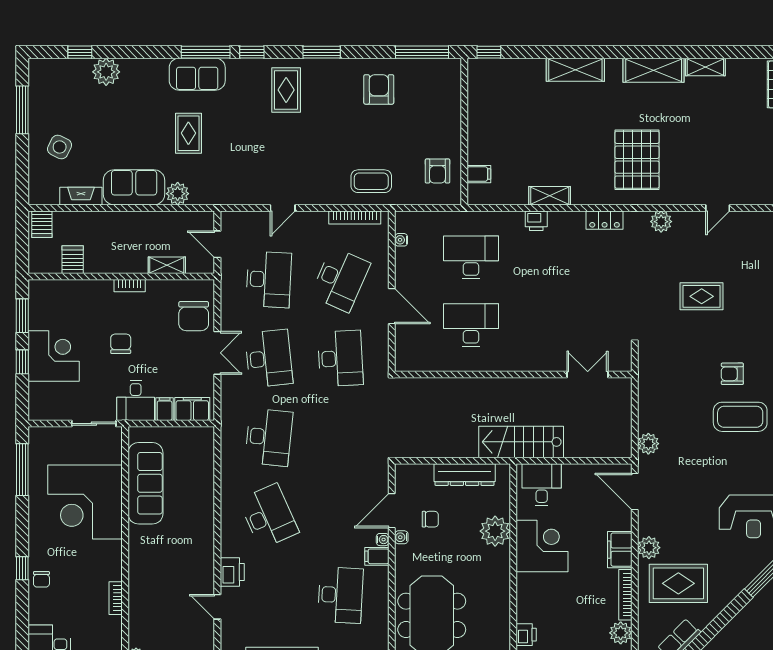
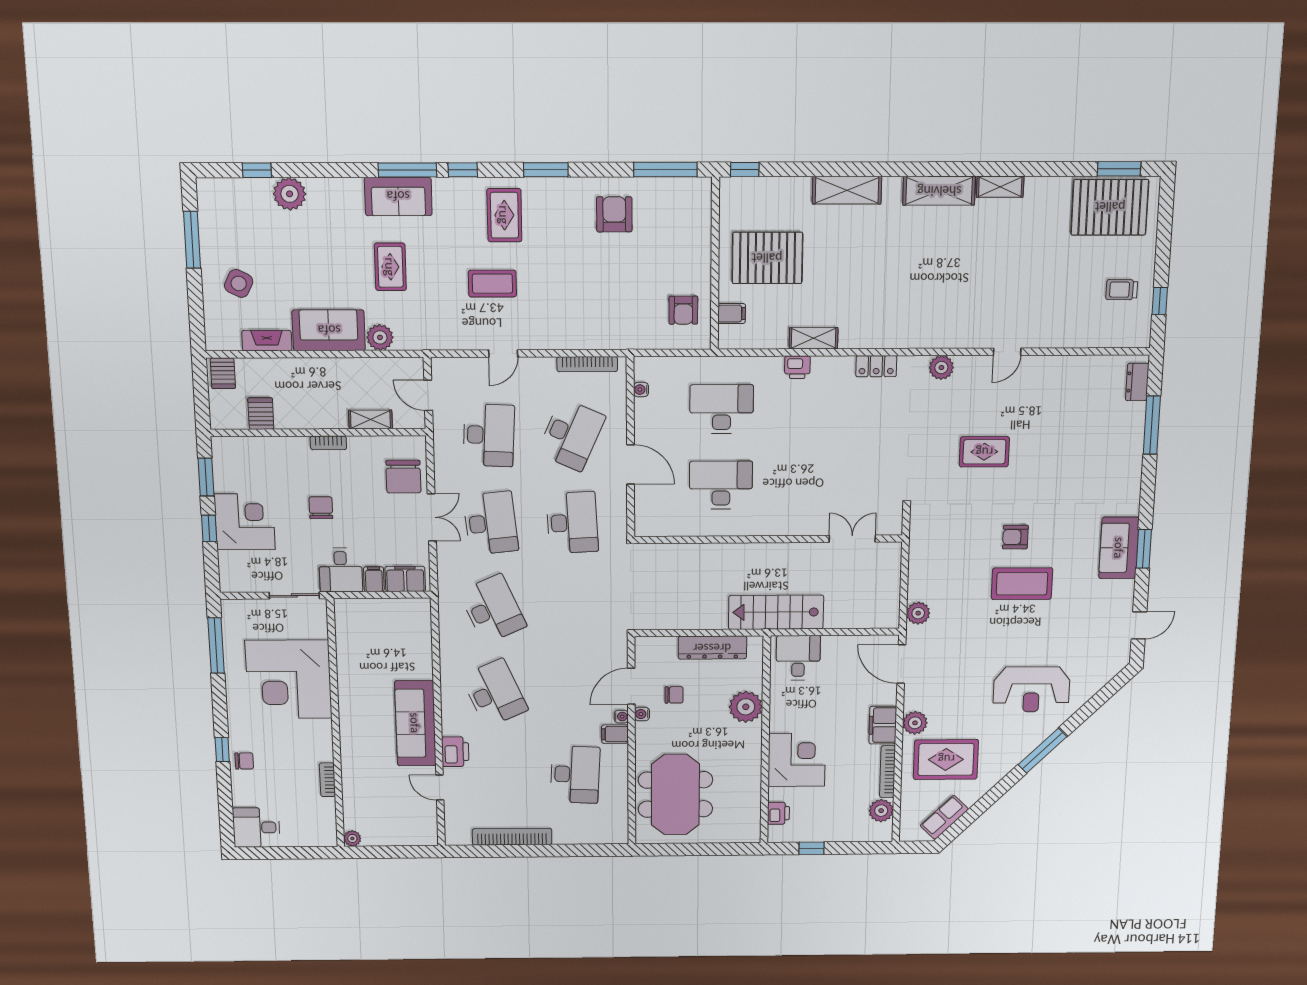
pallet: (637, 160) -> (767, 258), moved, turned 90
coffee table: (371, 181) -> (492, 284), moved
desk: (269, 437) -> (493, 609), turned -30
sofa: (145, 483) -> (415, 723), moved, turned 180
corner desk: (542, 546) -> (797, 760), moved
chair: (41, 579) -> (244, 761), turned -90

